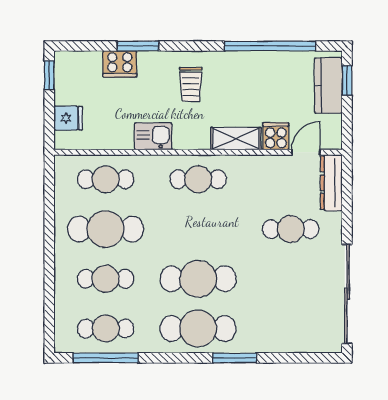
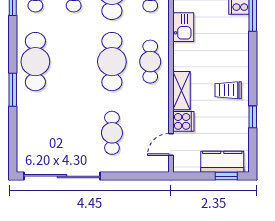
window: (270, 46) -> (253, 117), width x0.32
trolley: (191, 84) -> (228, 90), moved
door: (306, 152) -> (171, 144), swing flipped
dresser: (331, 183) -> (148, 164), removed
cafe table: (198, 279) -> (112, 62), moved

